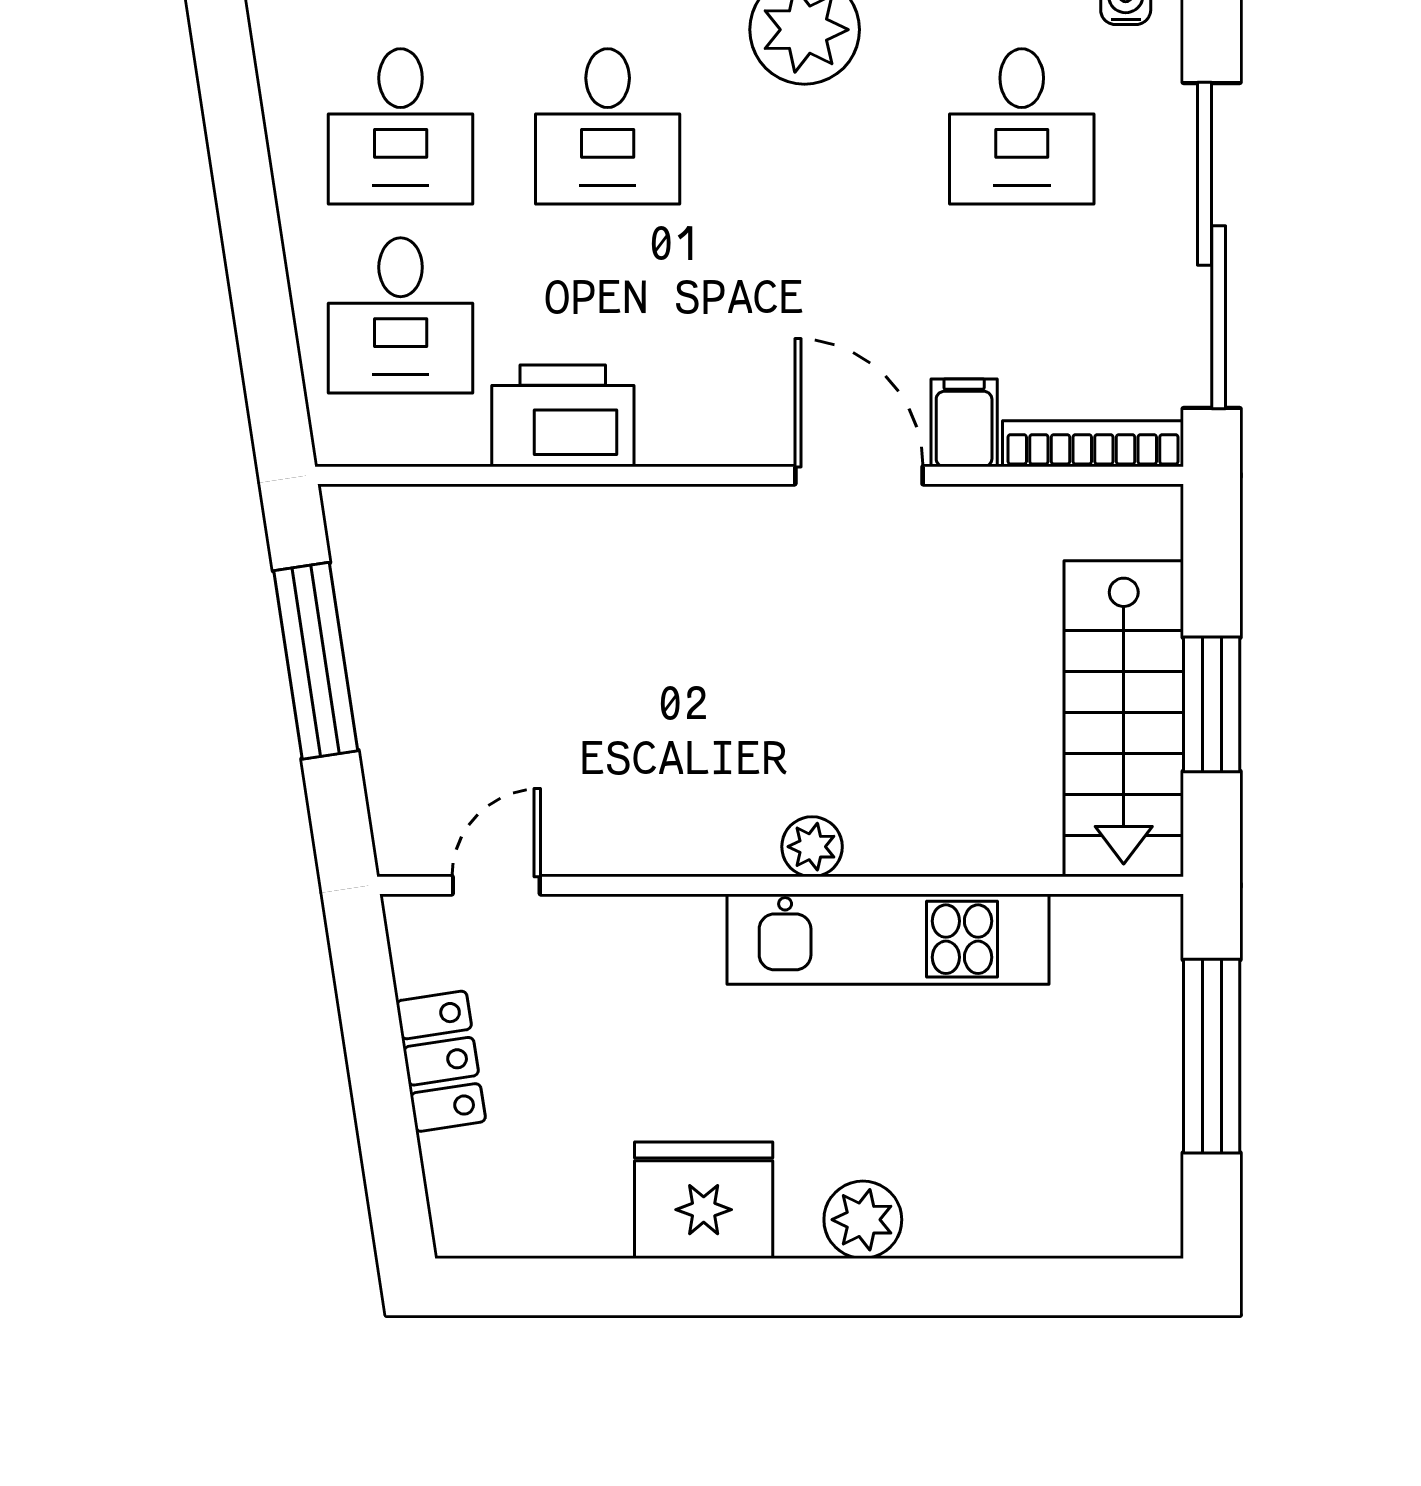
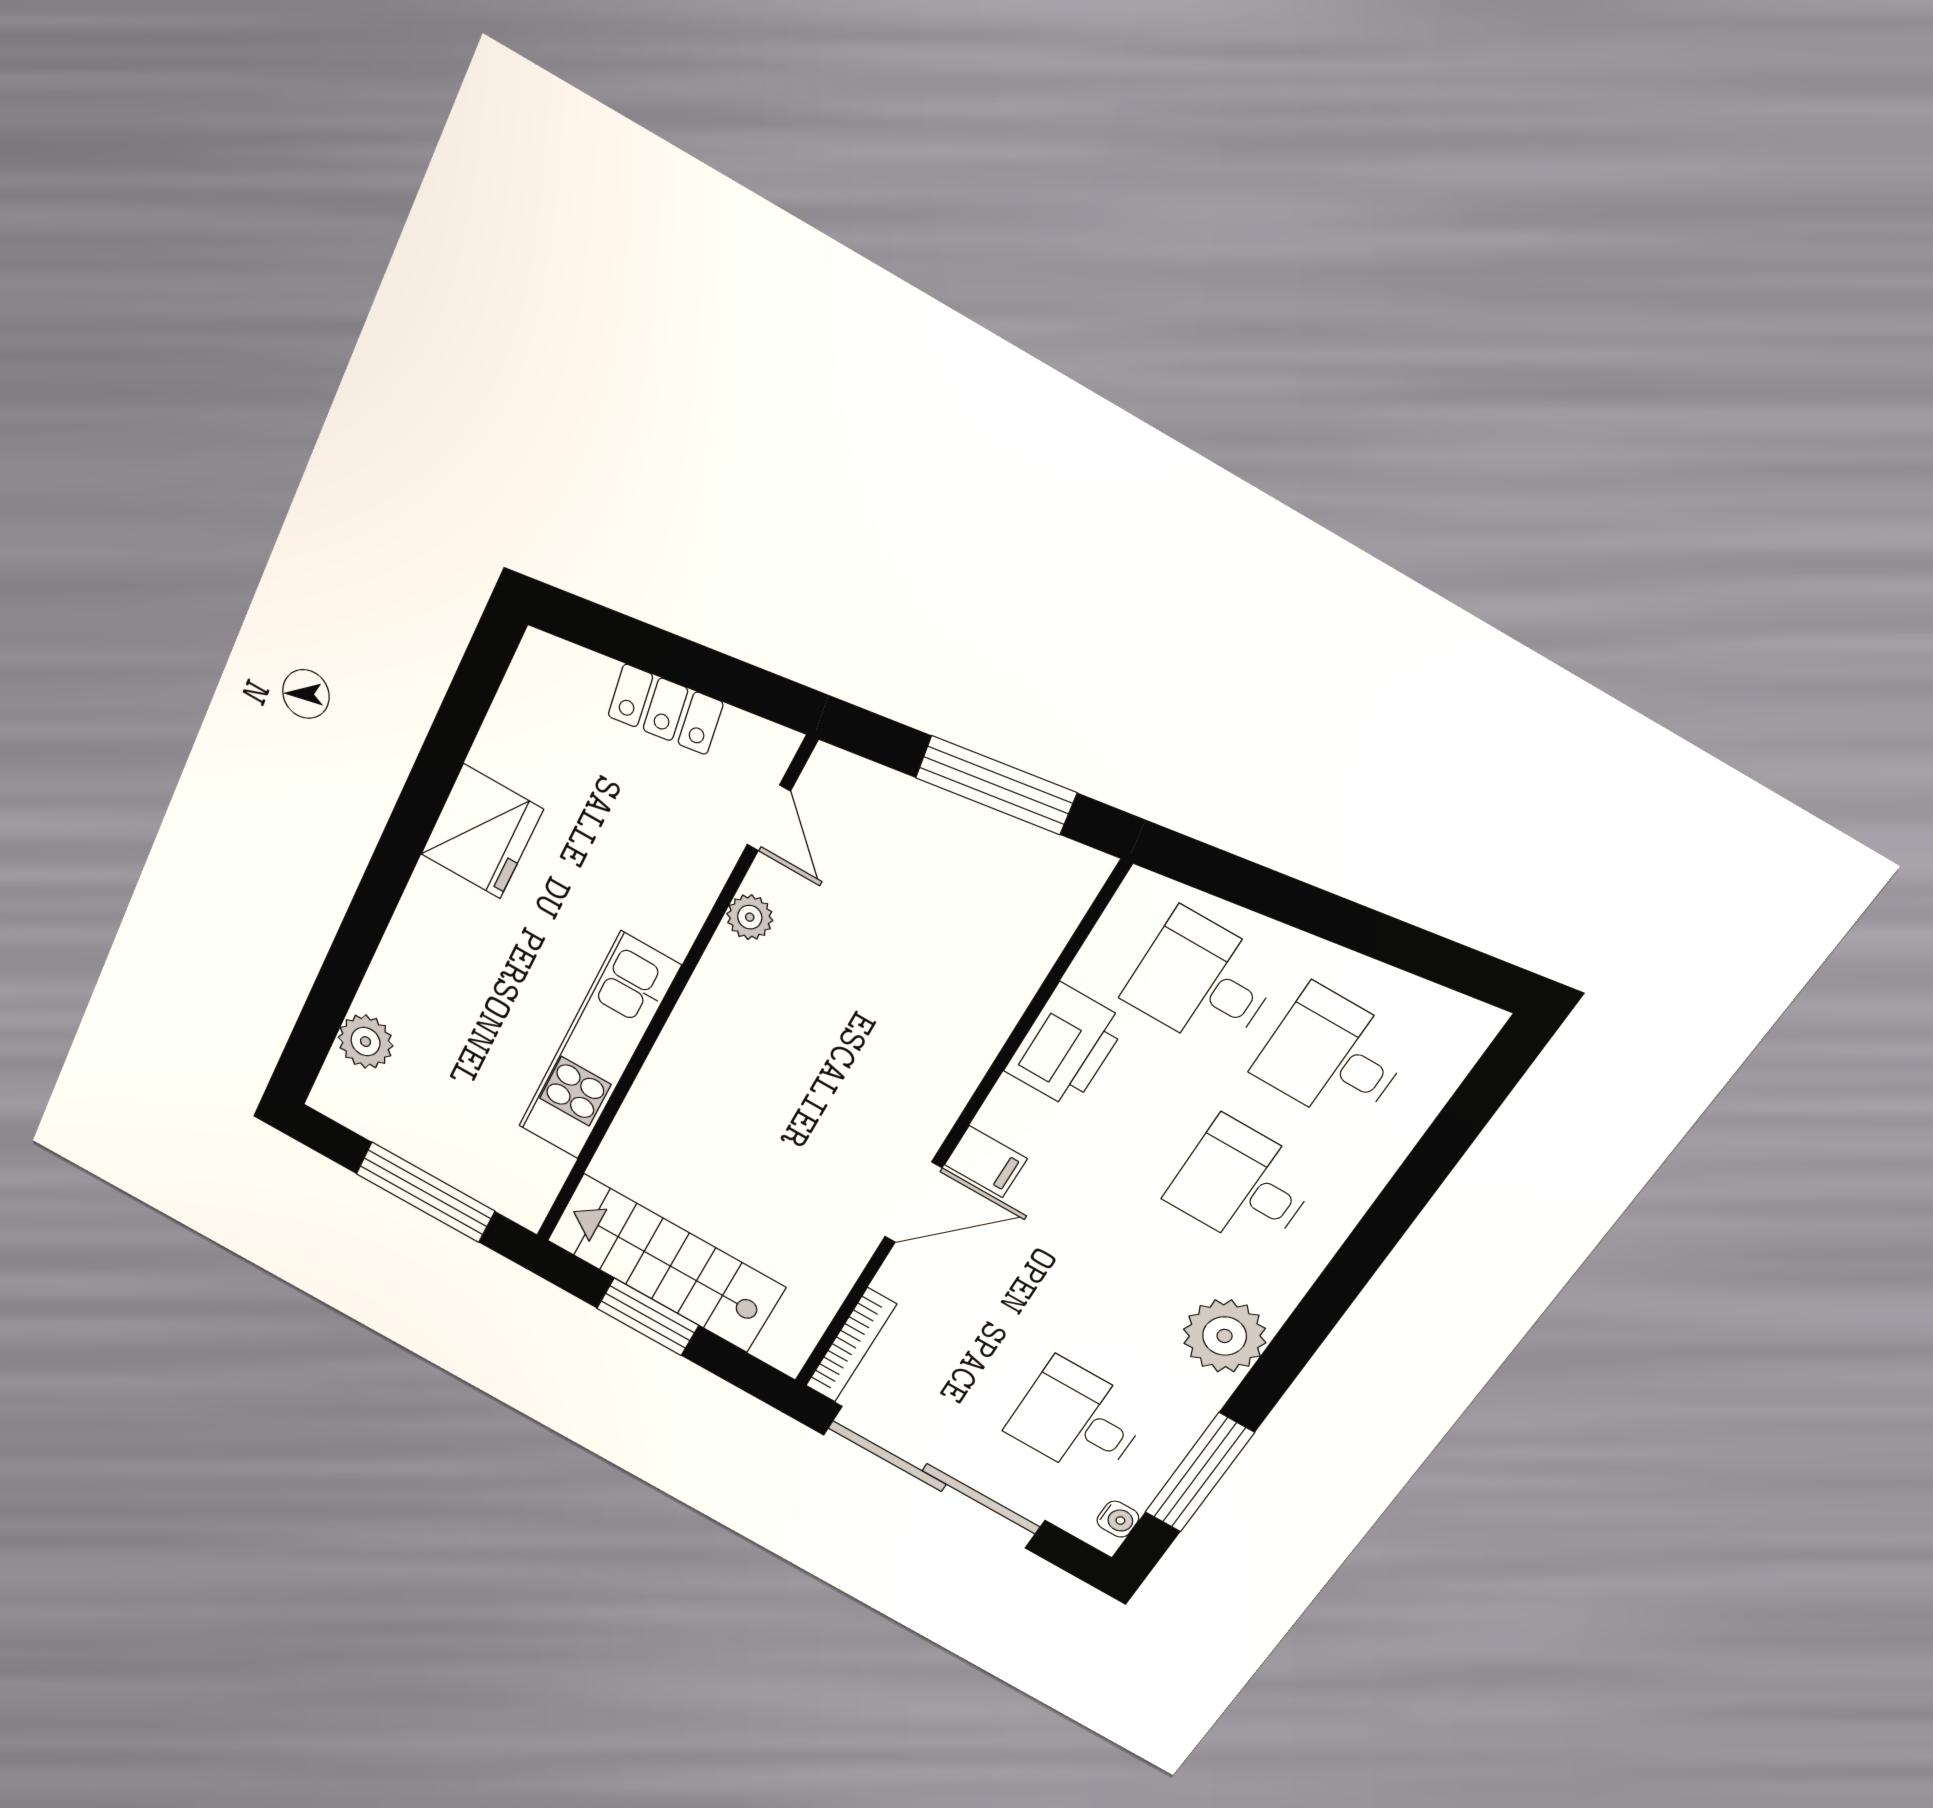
filing cabinet: (964, 423) -> (986, 1162), moved
plant: (812, 847) -> (750, 917), moved
plant: (863, 1220) -> (366, 1042), moved

